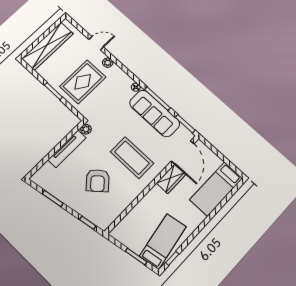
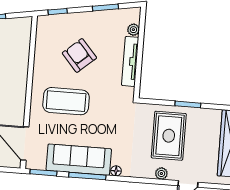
plant: (86, 129) -> (133, 30), moved
wardrobe: (171, 179) -> (16, 110), removed

